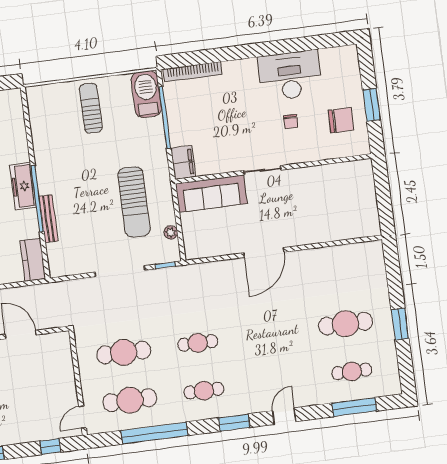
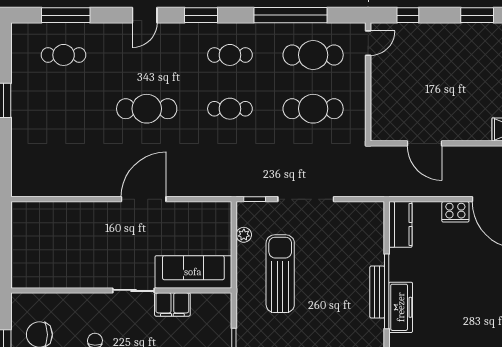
filing cabinet: (183, 162) -> (172, 305), moved, turned -90
bench: (48, 219) -> (377, 292), moved
cafe table: (346, 324) -> (147, 109), moved

